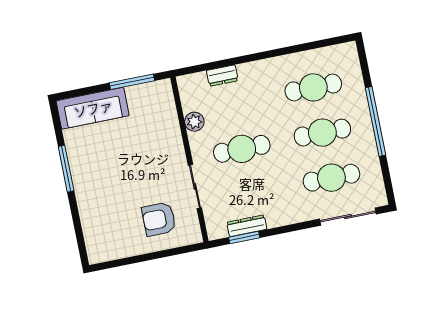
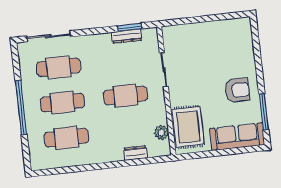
window: (132, 82) -> (205, 154), removed
rug: (157, 115) -> (188, 127), added
plant: (194, 122) -> (161, 132), moved
window: (66, 169) -> (264, 112), moved
armchair: (159, 219) -> (237, 90), moved

